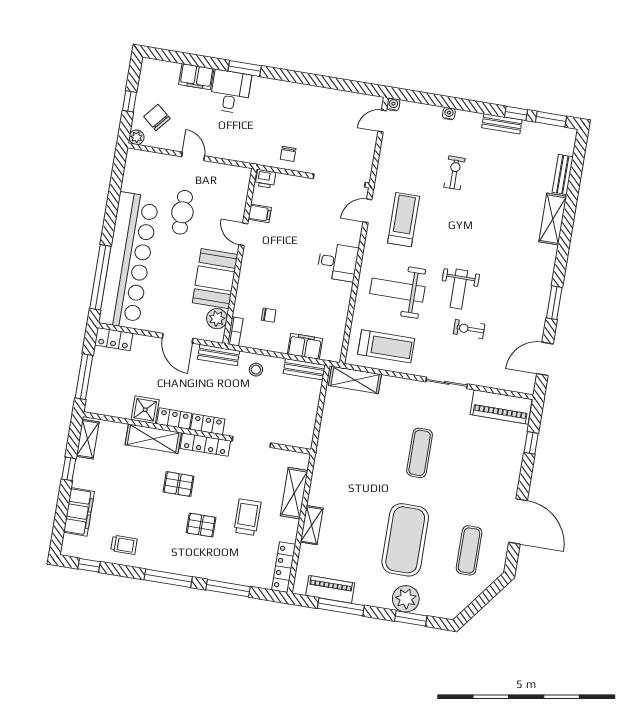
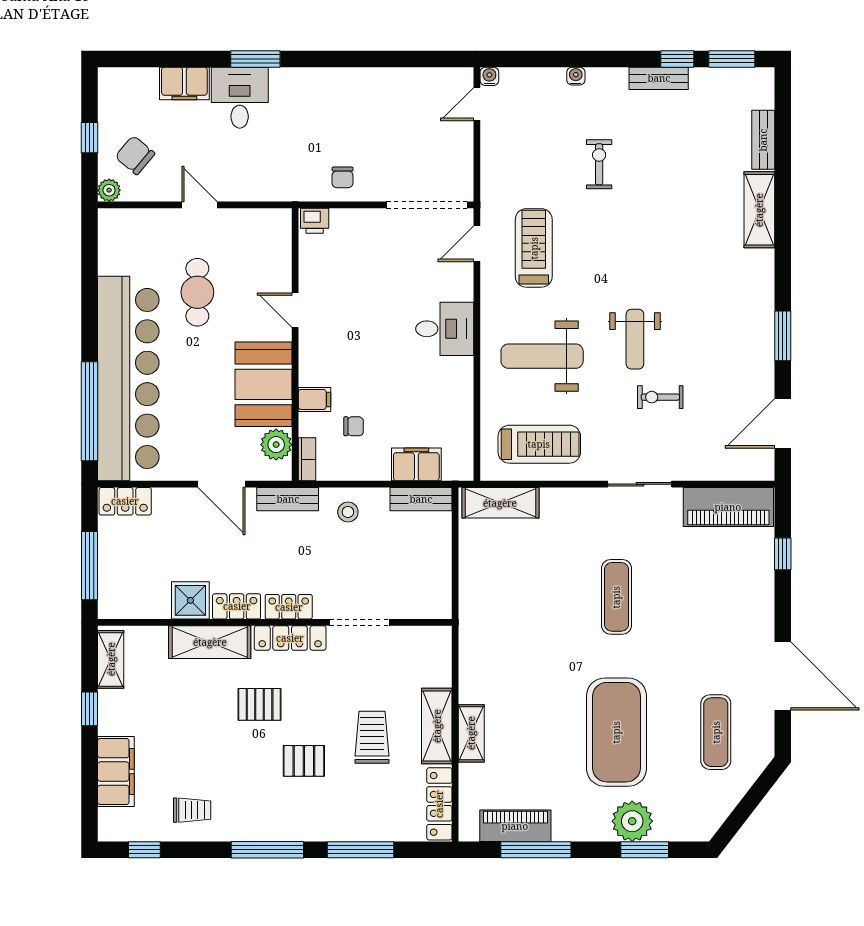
filing cabinet: (260, 213) -> (314, 399), moved
shelving: (294, 493) -> (437, 726), moved

